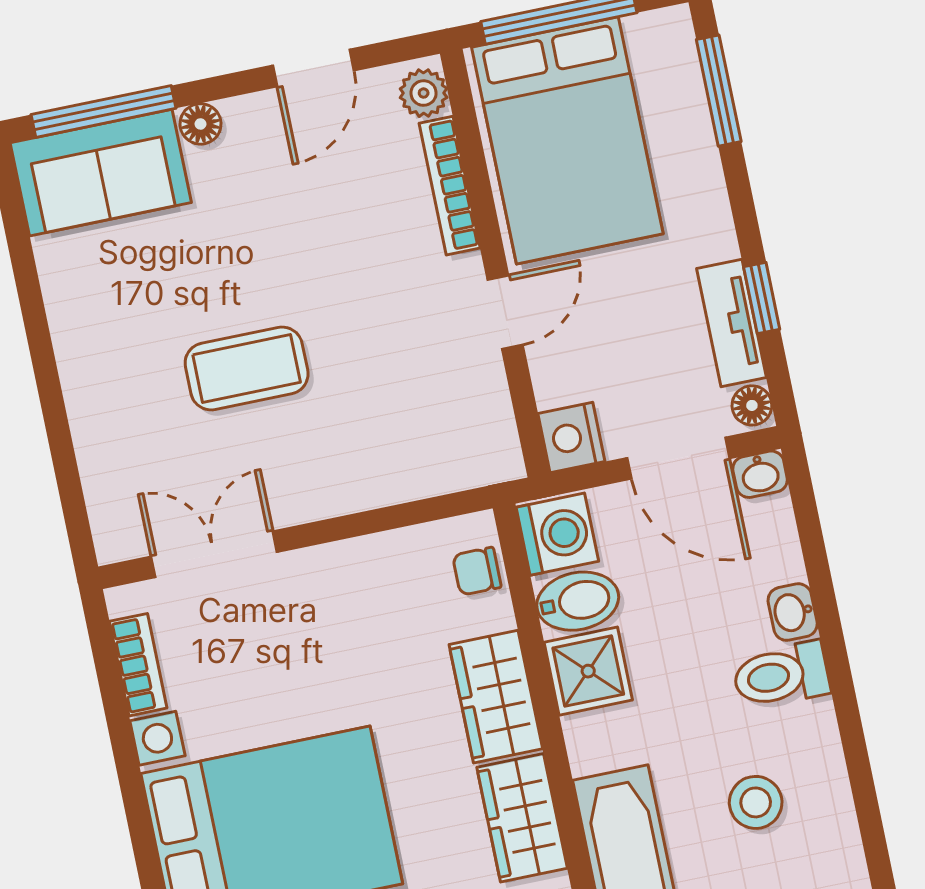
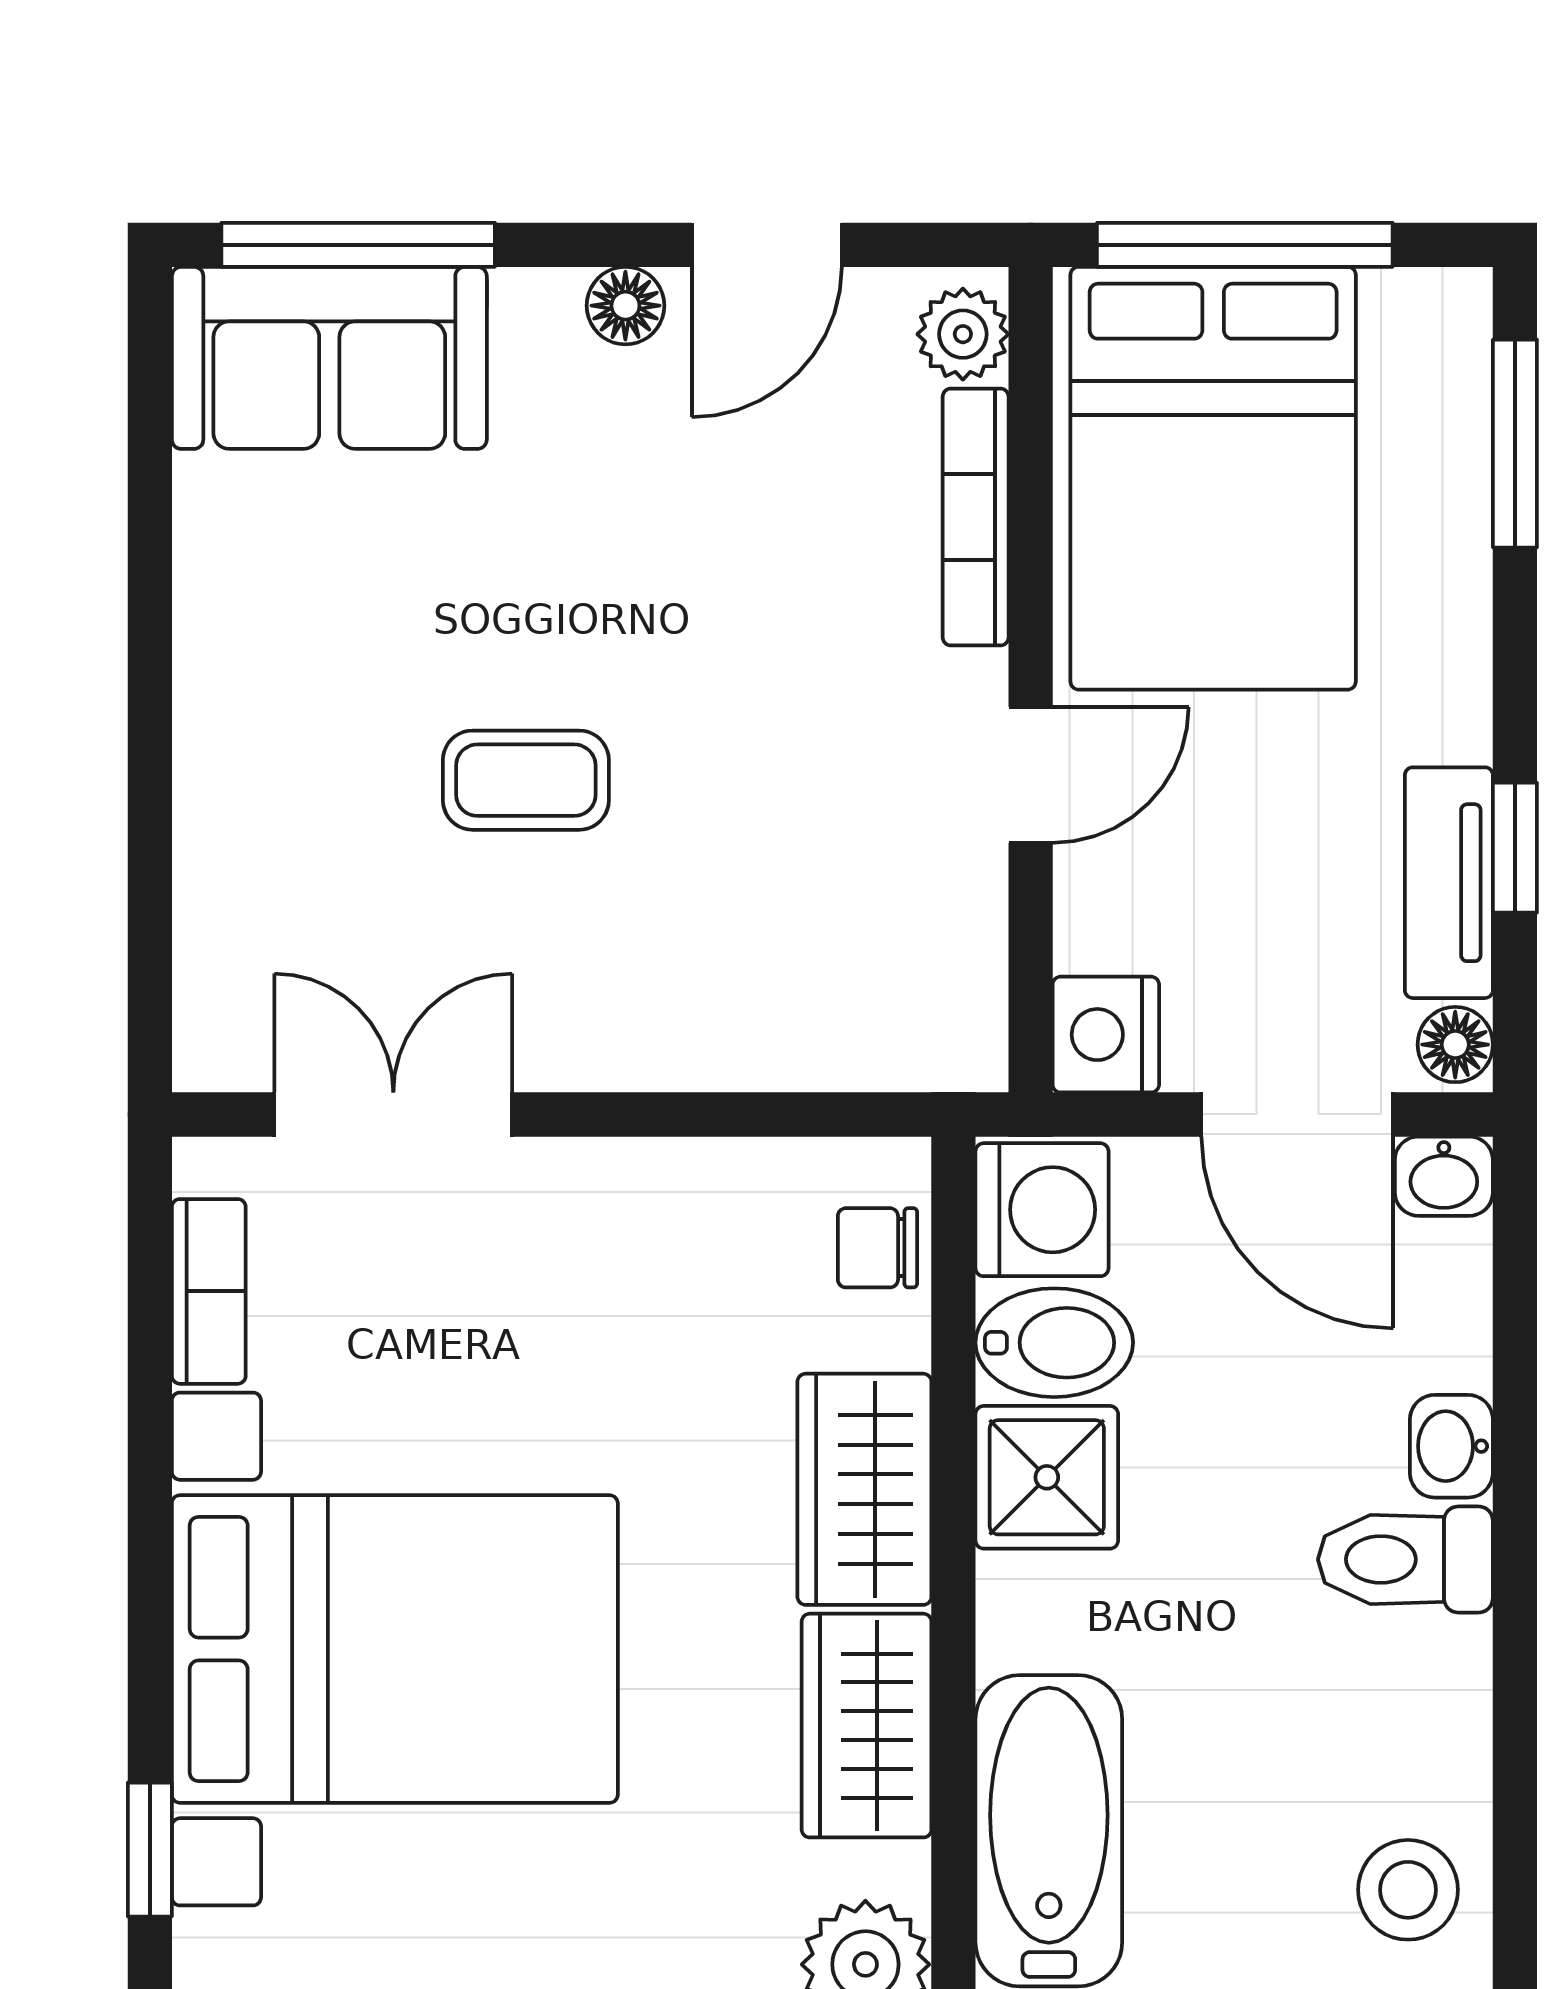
floor lamp: (201, 124) -> (625, 306), moved
coffee table: (247, 368) -> (526, 780), width x0.73, depth x0.77
stool: (756, 802) -> (1408, 1890), moved

